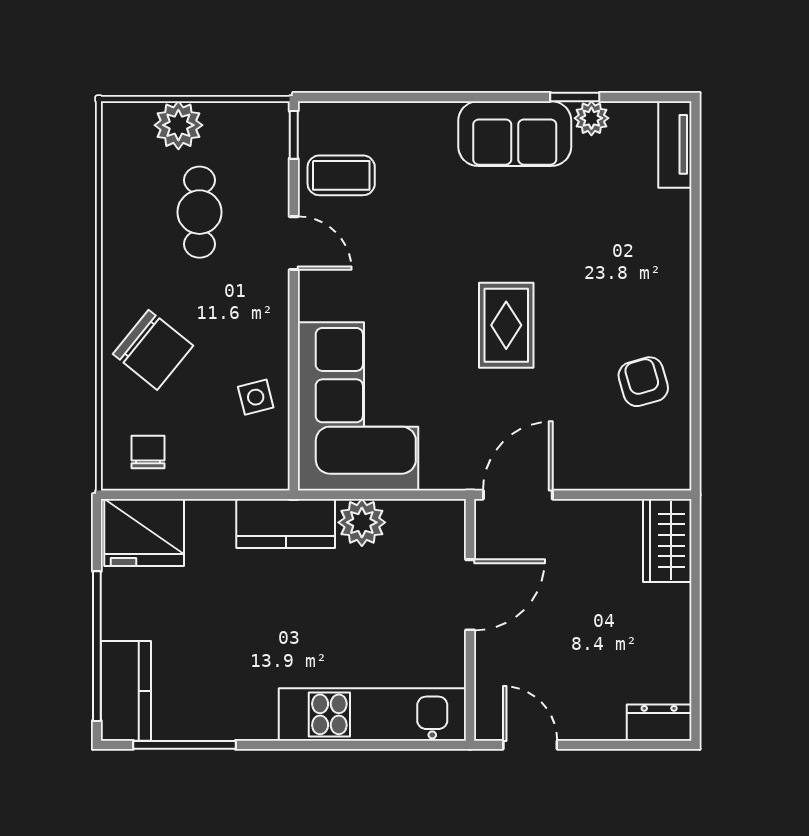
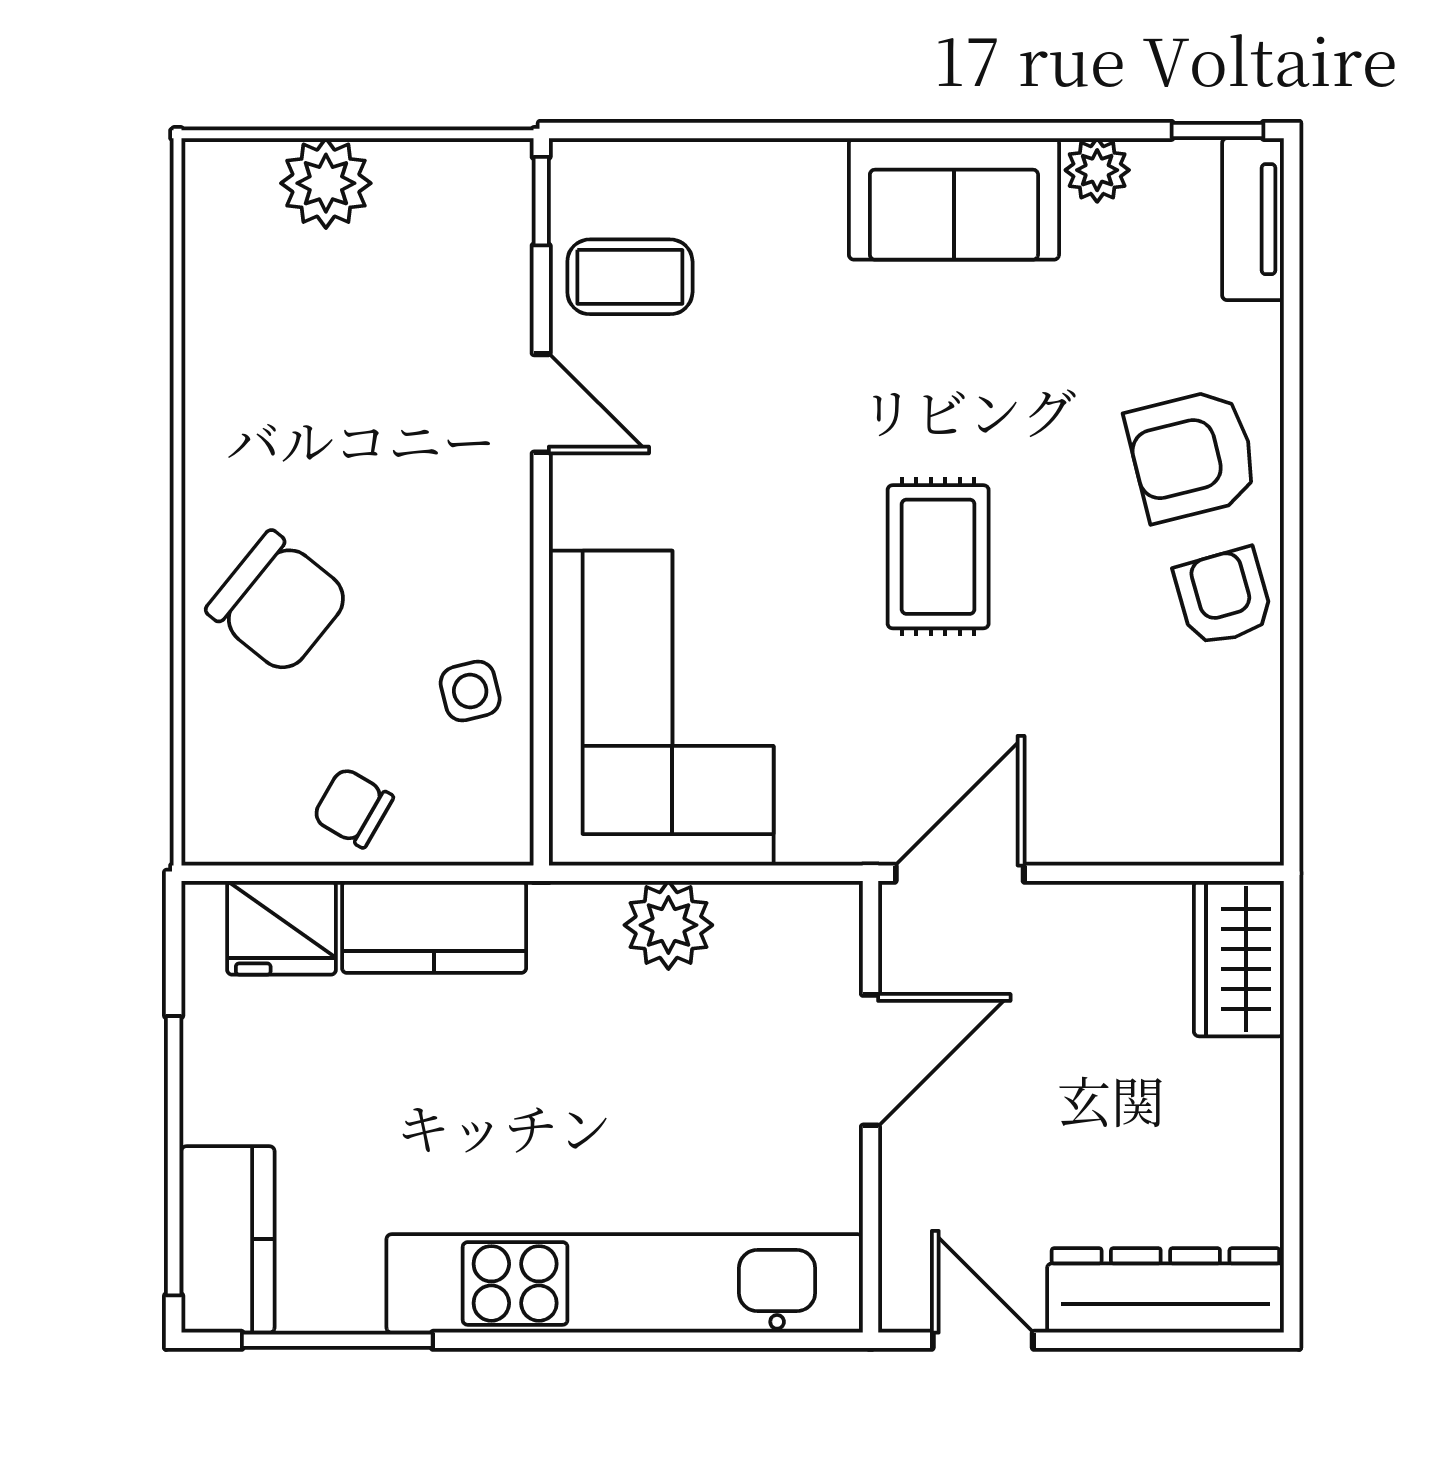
window: (575, 97) -> (1218, 130), moved
cafe table: (200, 212) -> (365, 346), removed
armchair: (642, 271) -> (1192, 455), added
armchair: (643, 382) -> (1224, 597), moved
chair: (148, 452) -> (353, 808), moved, turned -60
kitchen counter: (286, 523) -> (434, 927), moved
fridge: (144, 532) -> (281, 928), width x0.73, depth x0.75
kitchen unit: (372, 714) -> (625, 1283), width x1.36
dresser: (659, 723) -> (1165, 1290), width x1.96, depth x1.24

